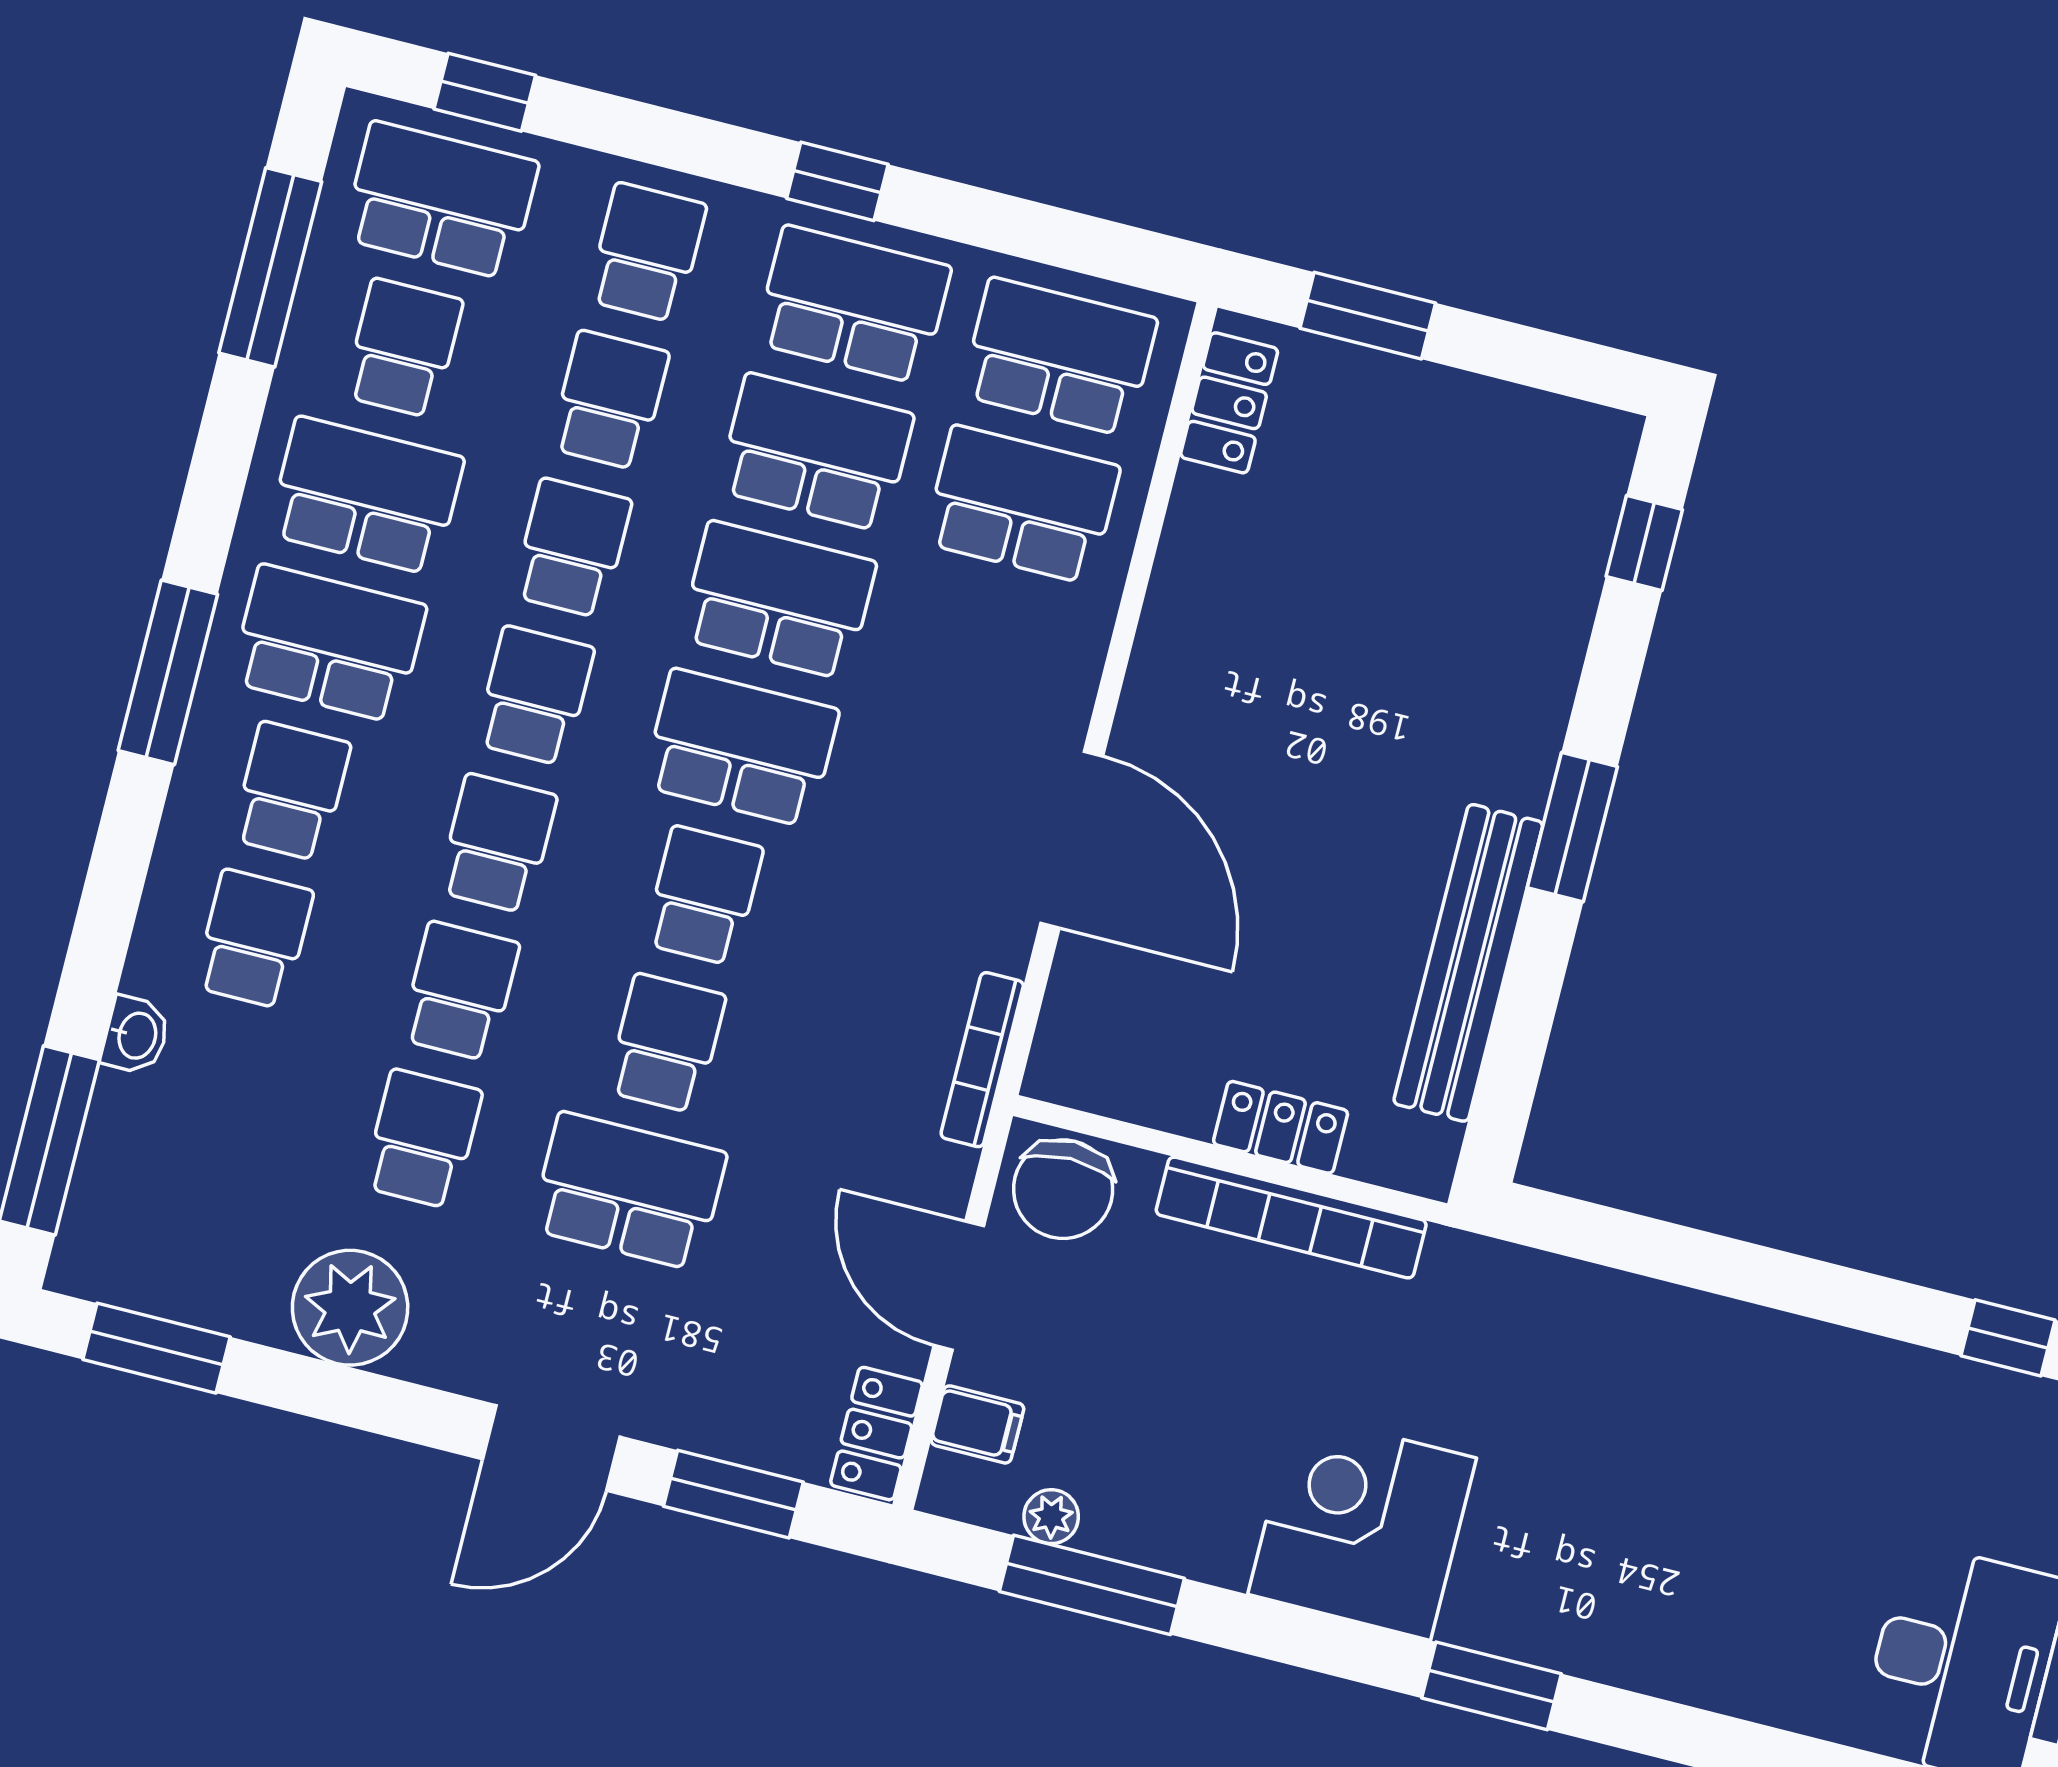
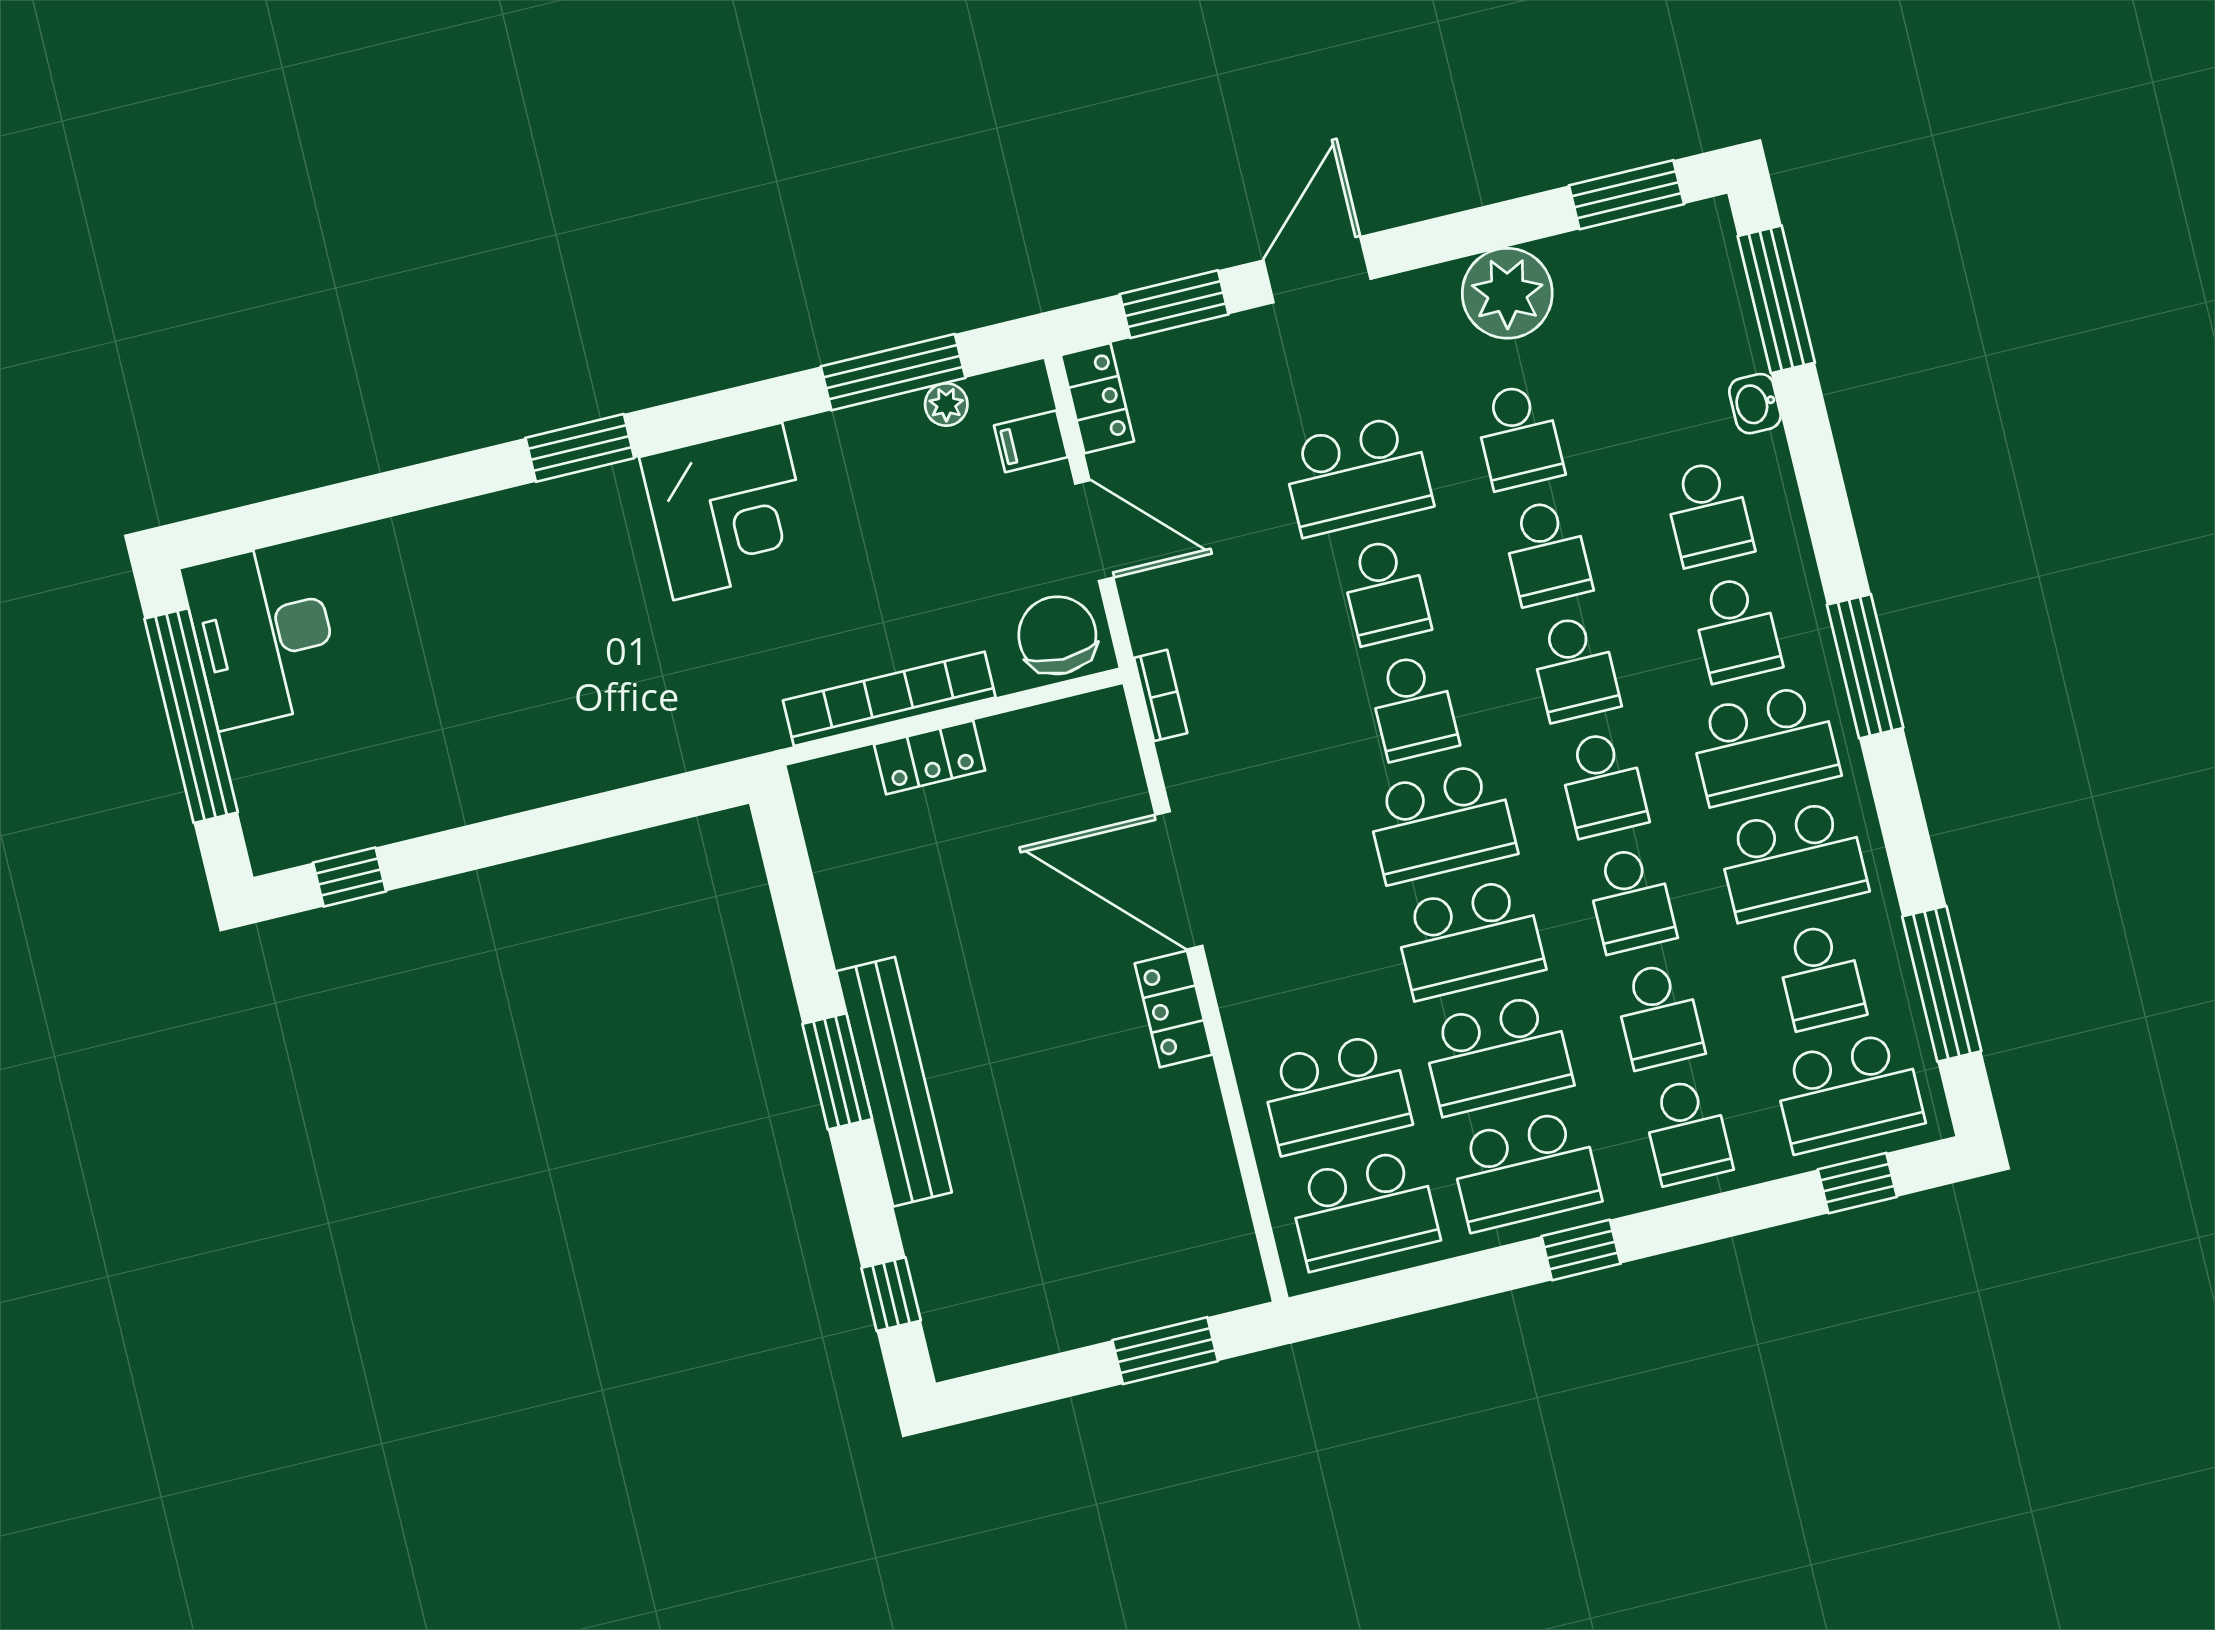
locker: (1229, 403) -> (1173, 1009), moved
bench: (1468, 963) -> (894, 1082), moved
bookcase: (982, 1060) -> (1161, 695), width x0.64

